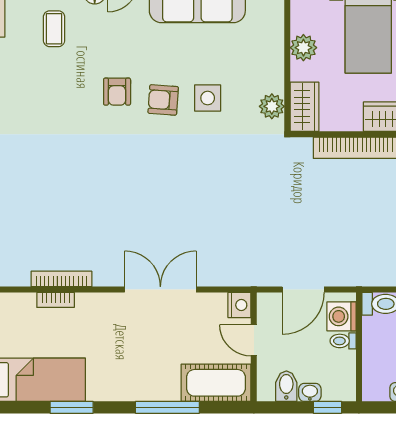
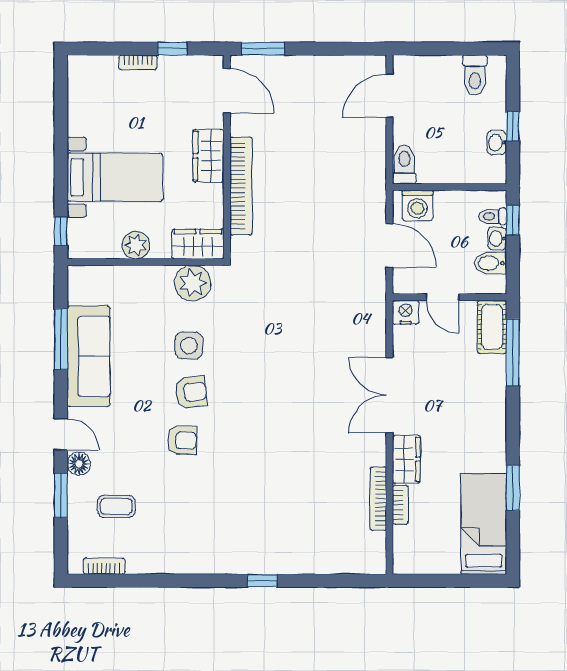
armchair: (163, 100) -> (191, 392), turned -100
plant: (272, 106) -> (193, 283), width x1.36, depth x1.36
wardrobe: (99, 306) -> (406, 459), added
door: (254, 340) -> (442, 297), hinge flipped
toilet: (343, 341) -> (493, 216), moved, turned 90
cot: (216, 383) -> (492, 327), width x0.73, depth x0.75
window: (167, 407) -> (513, 352), moved

